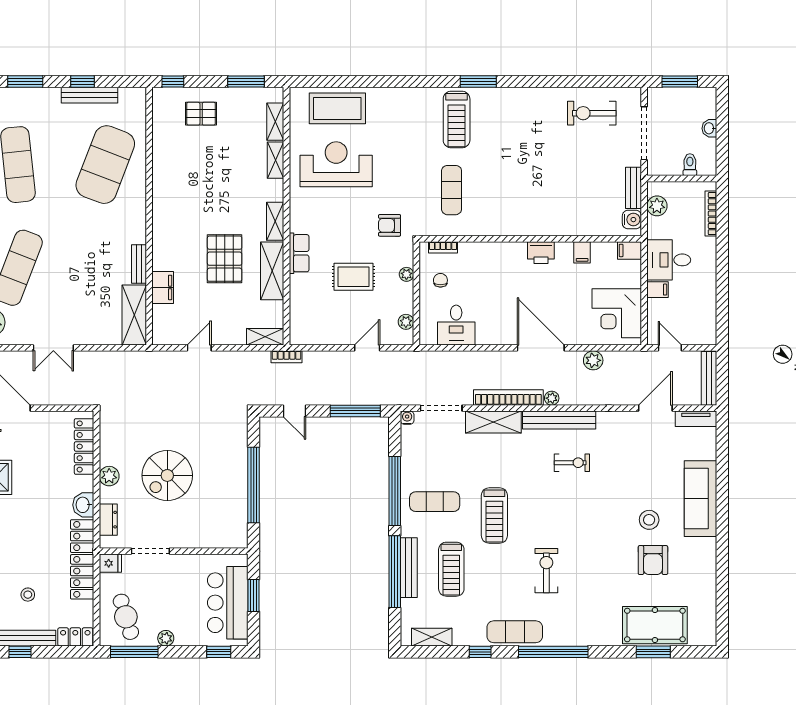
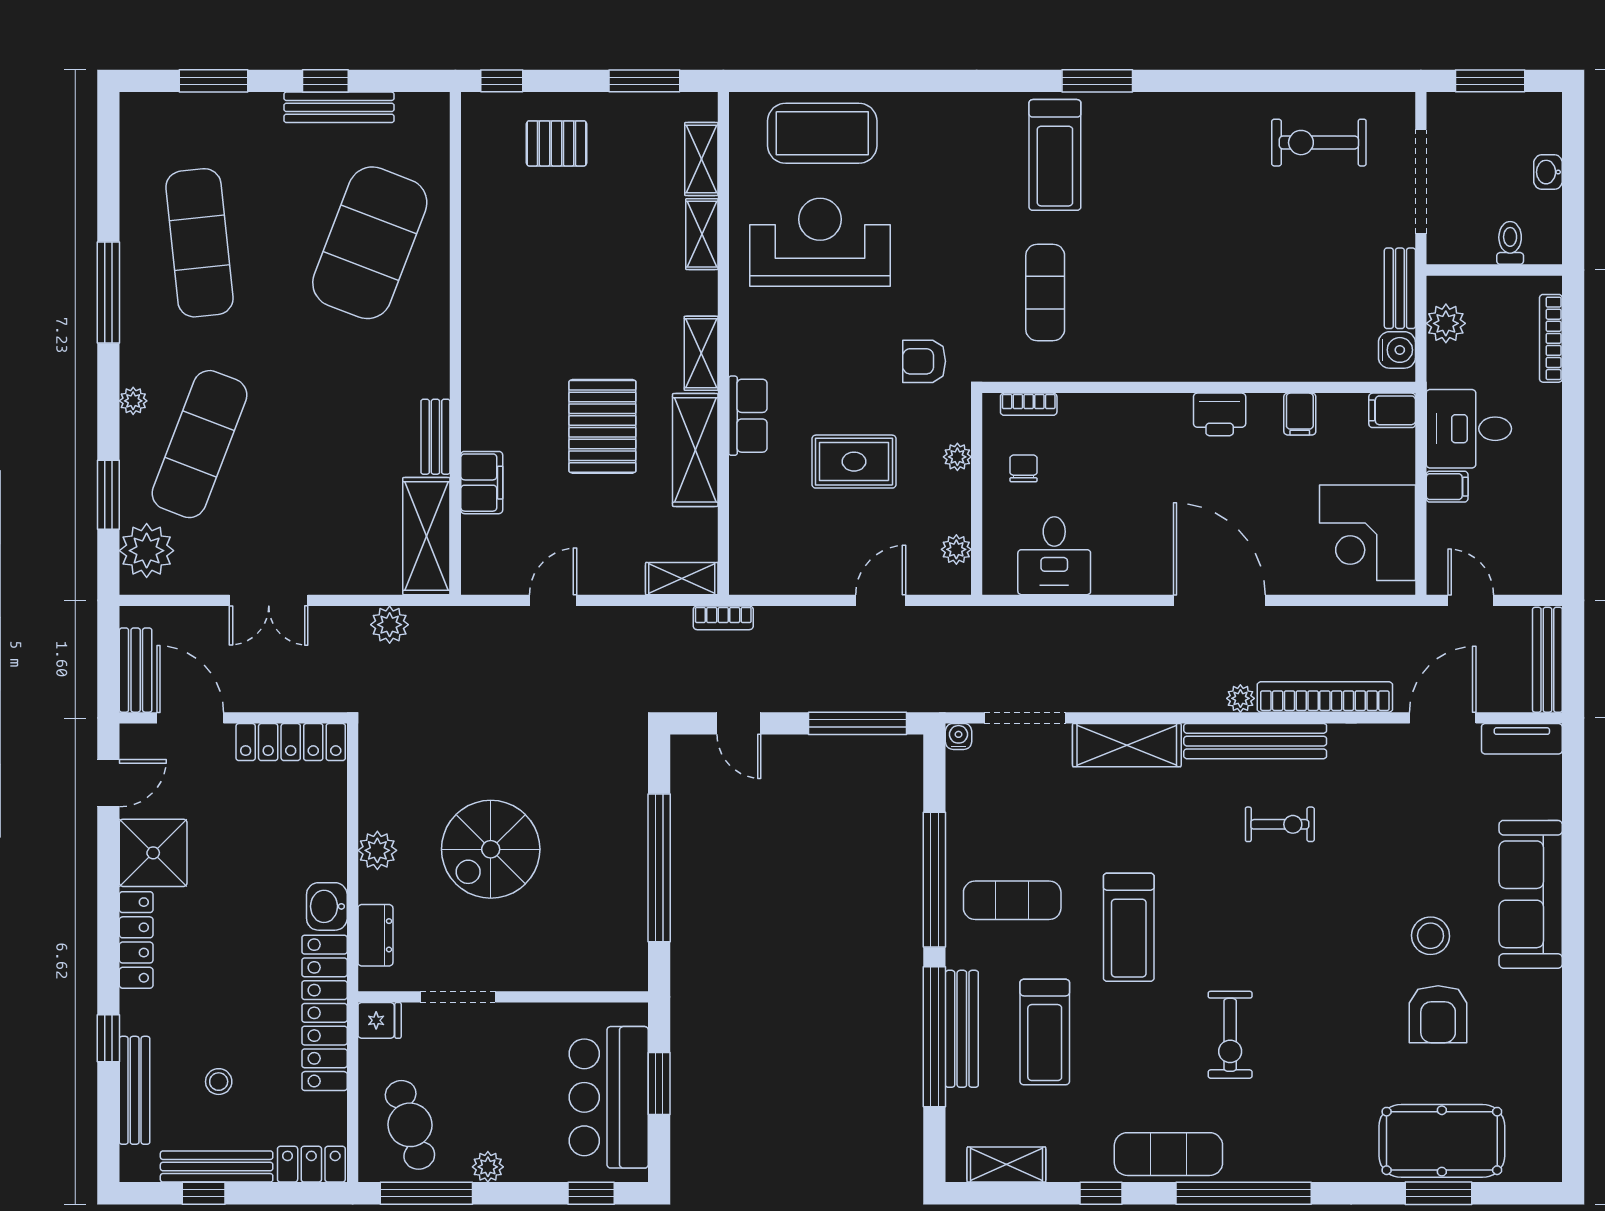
plant: (593, 360) -> (390, 625), moved
bookcase: (508, 397) -> (1325, 697), moved
locker: (84, 446) -> (291, 742), moved, turned -90
exercise bike: (546, 571) -> (1230, 1035), turned 180

